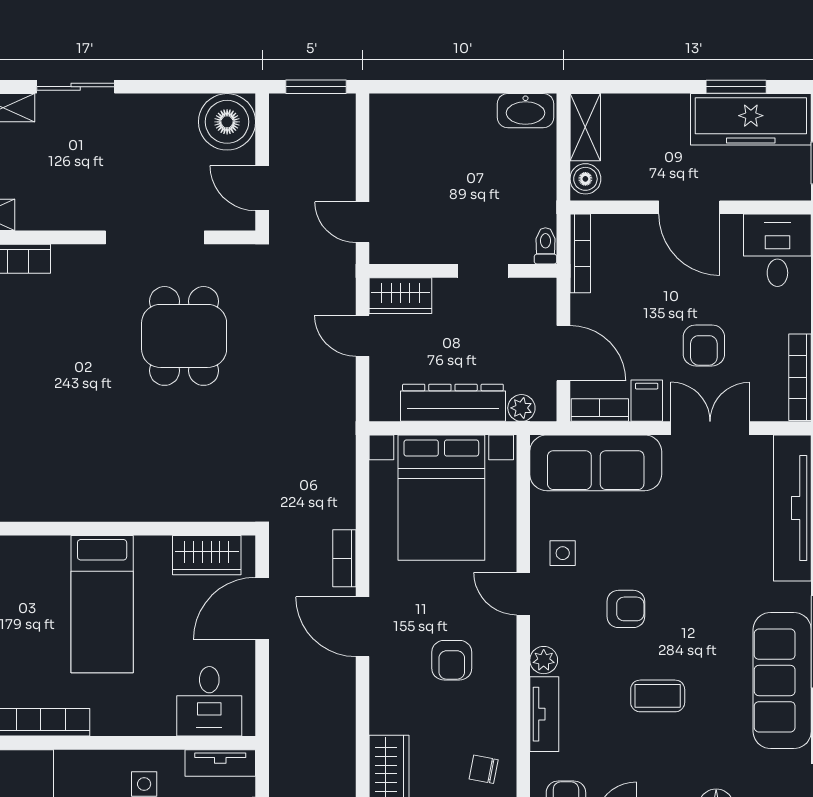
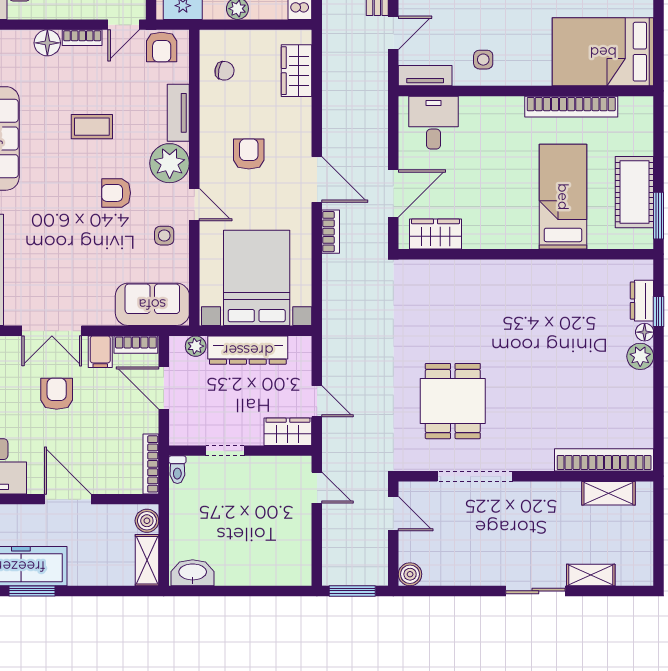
boiler: (227, 122) -> (410, 574), width x0.54, depth x0.54
sofa: (596, 463) -> (152, 304), width x0.73
bed: (102, 604) -> (563, 197), moved
plant: (544, 660) -> (170, 163), width x1.87, depth x1.87

